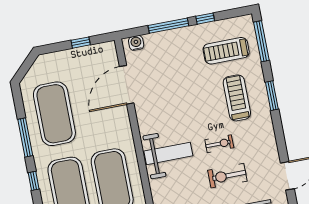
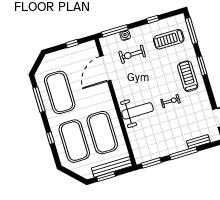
window: (168, 26) -> (115, 31), moved
water cooler: (136, 43) -> (125, 35), moved
treadmill: (237, 98) -> (188, 76), moved
window: (25, 137) -> (39, 100), moved
exercise bike: (227, 176) -> (132, 54), moved

